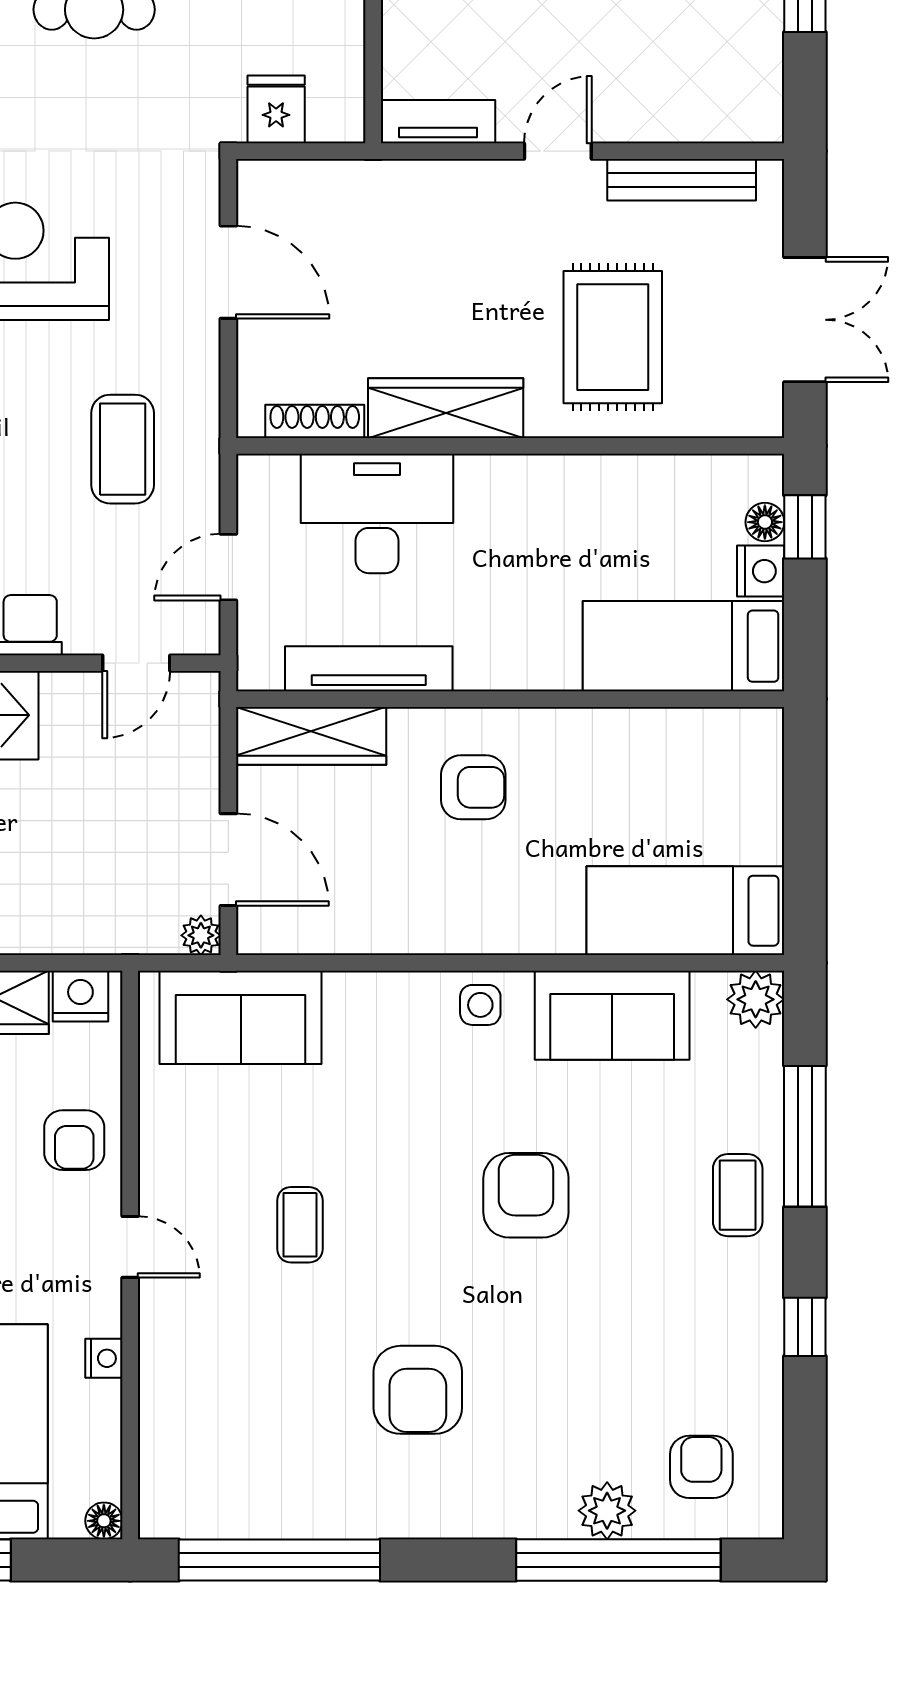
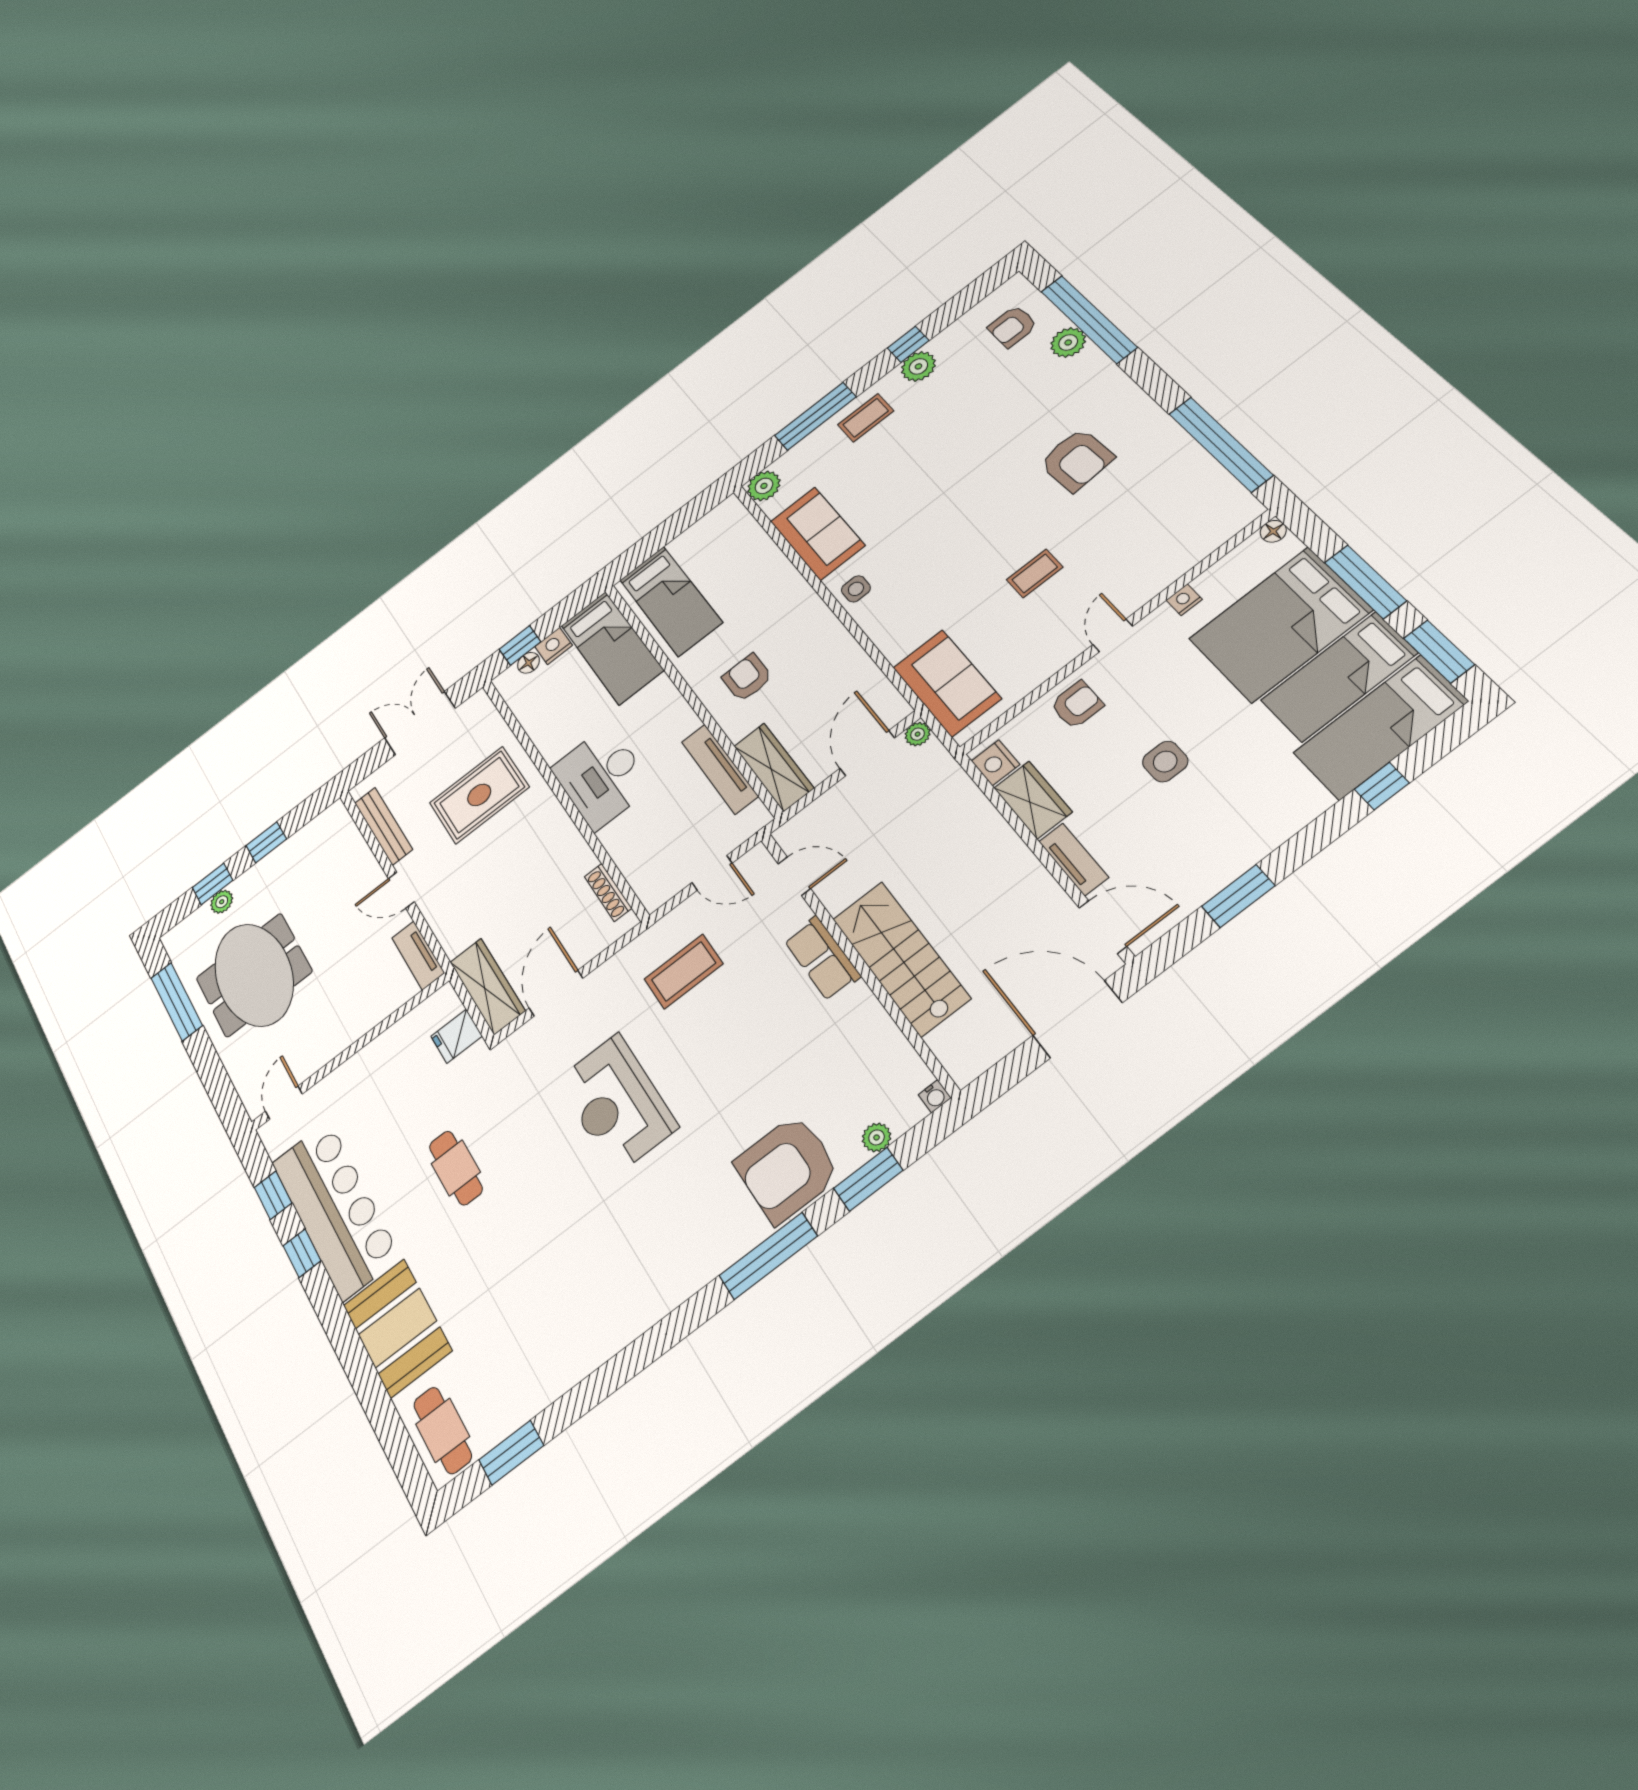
wardrobe: (446, 408) -> (487, 986), moved, turned 180
desk: (377, 513) -> (602, 777), moved
bed: (685, 911) -> (671, 601), moved
armchair: (526, 1195) -> (937, 496), removed
plant: (755, 1314) -> (918, 366), added
armchair: (418, 1390) -> (1077, 460), turned 86

